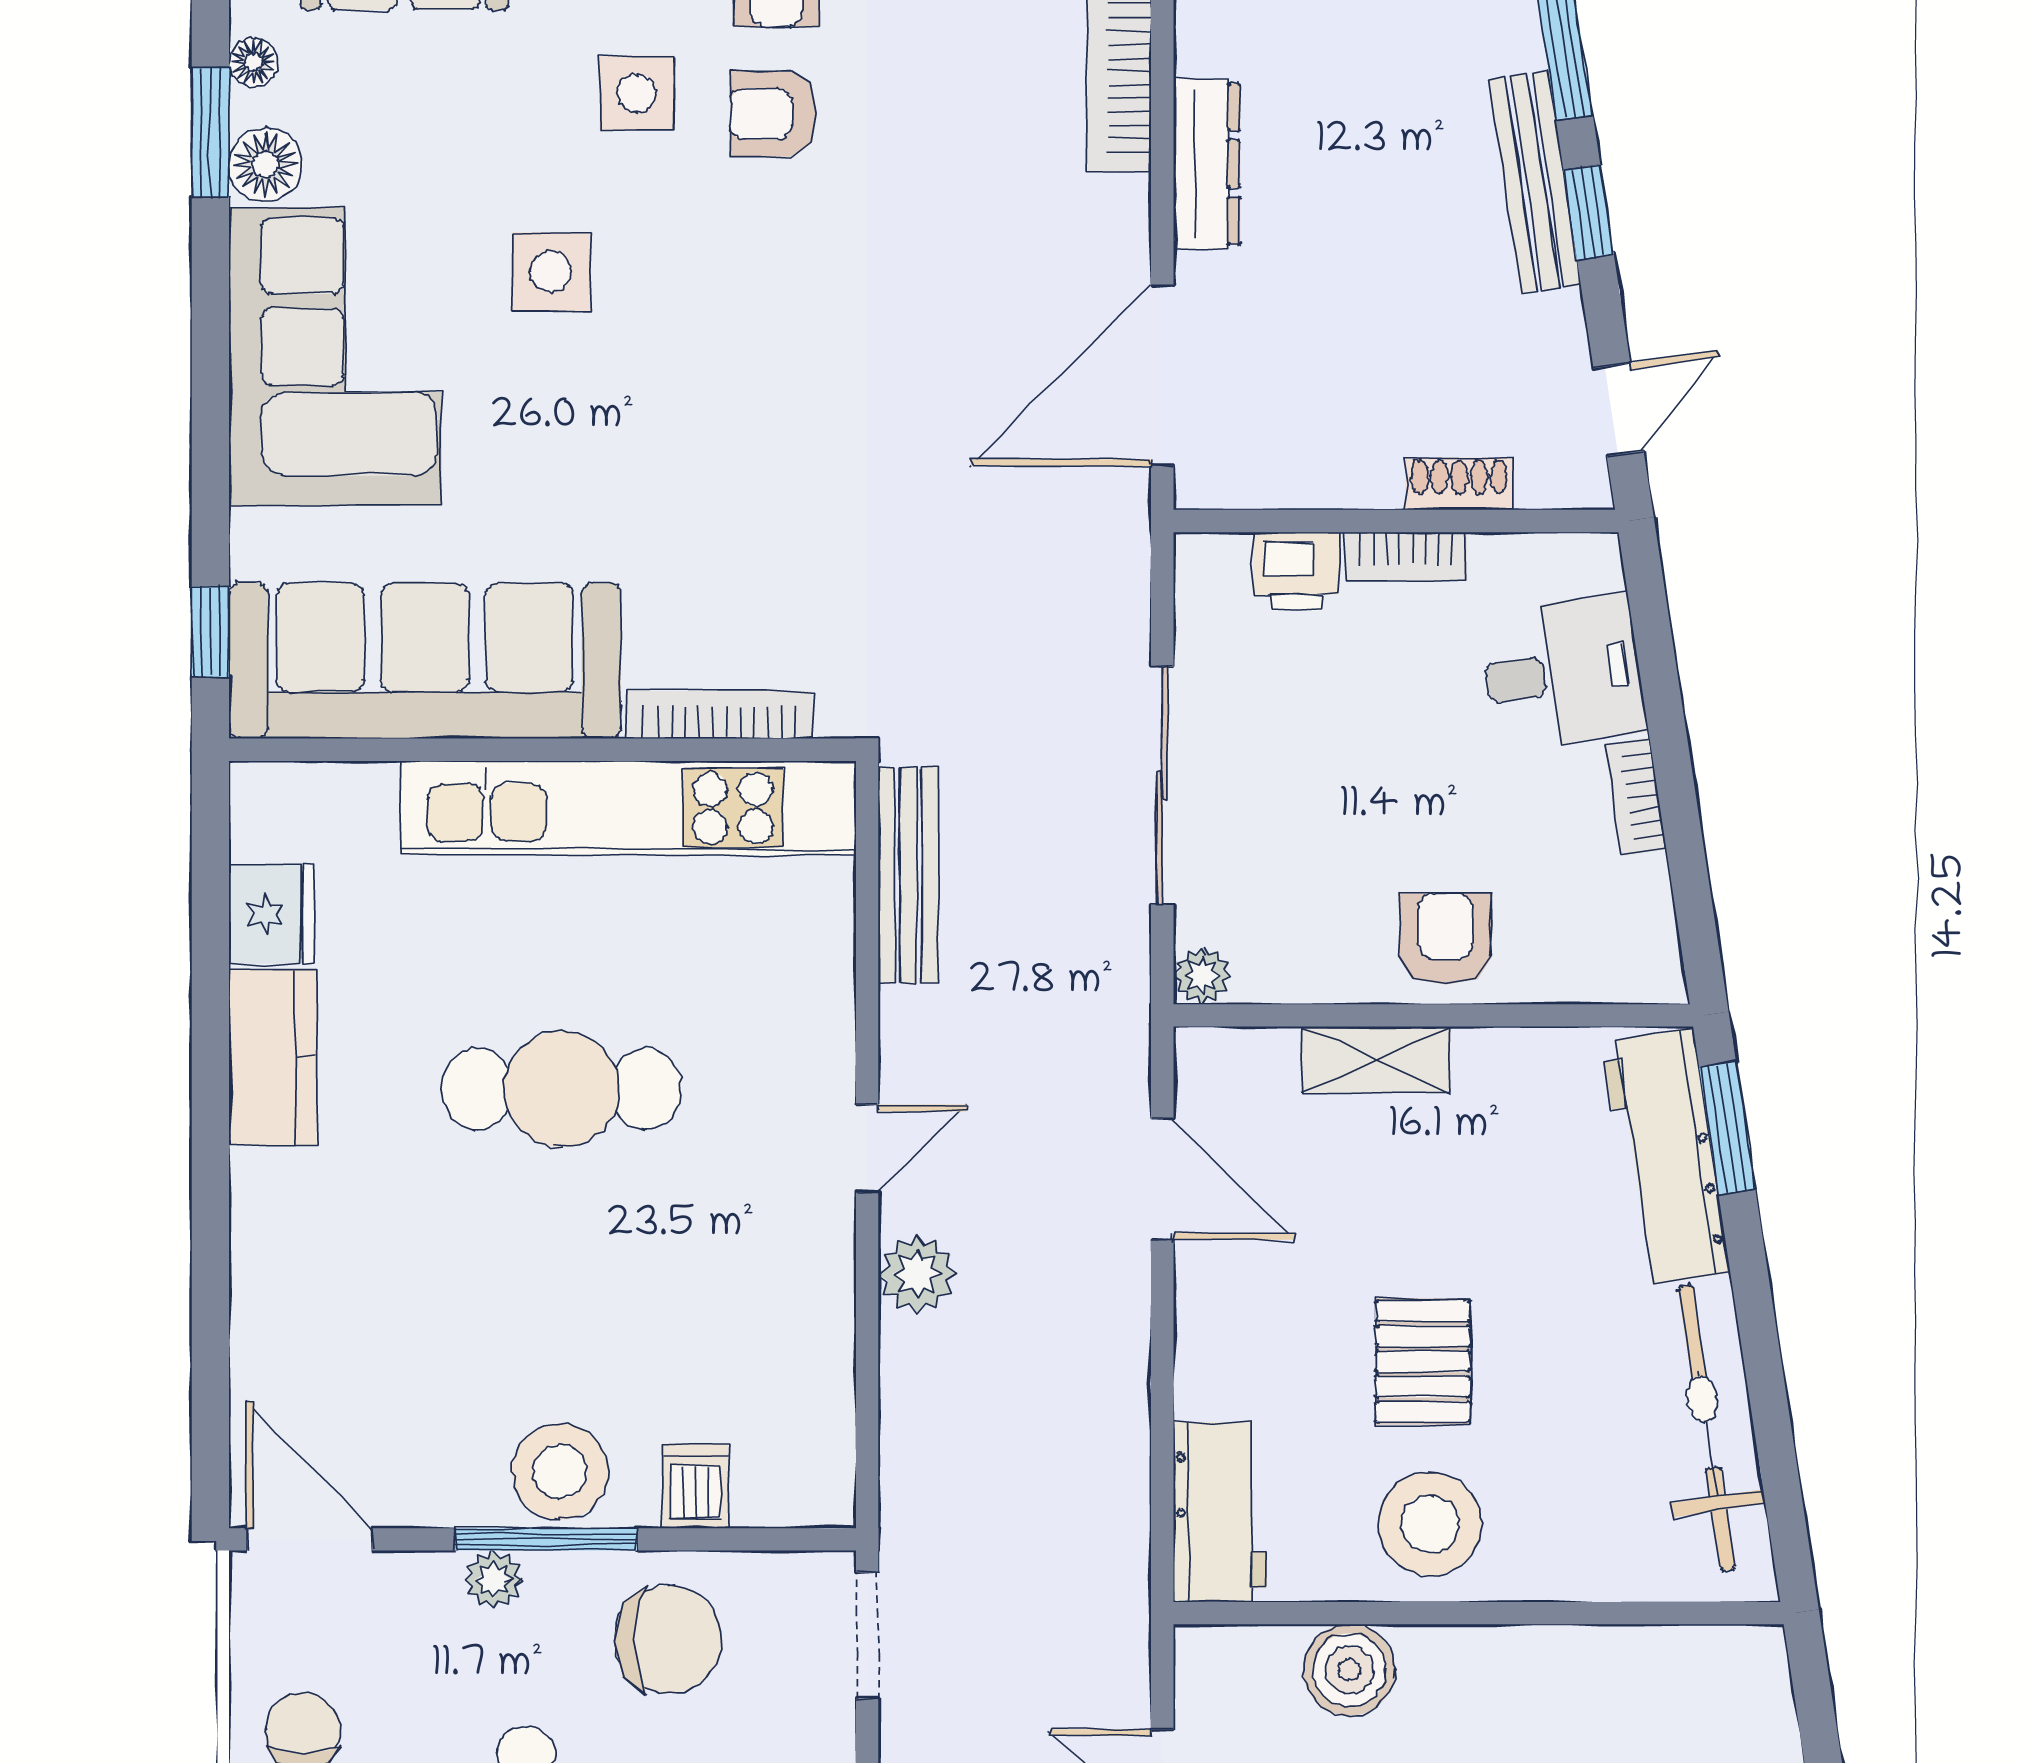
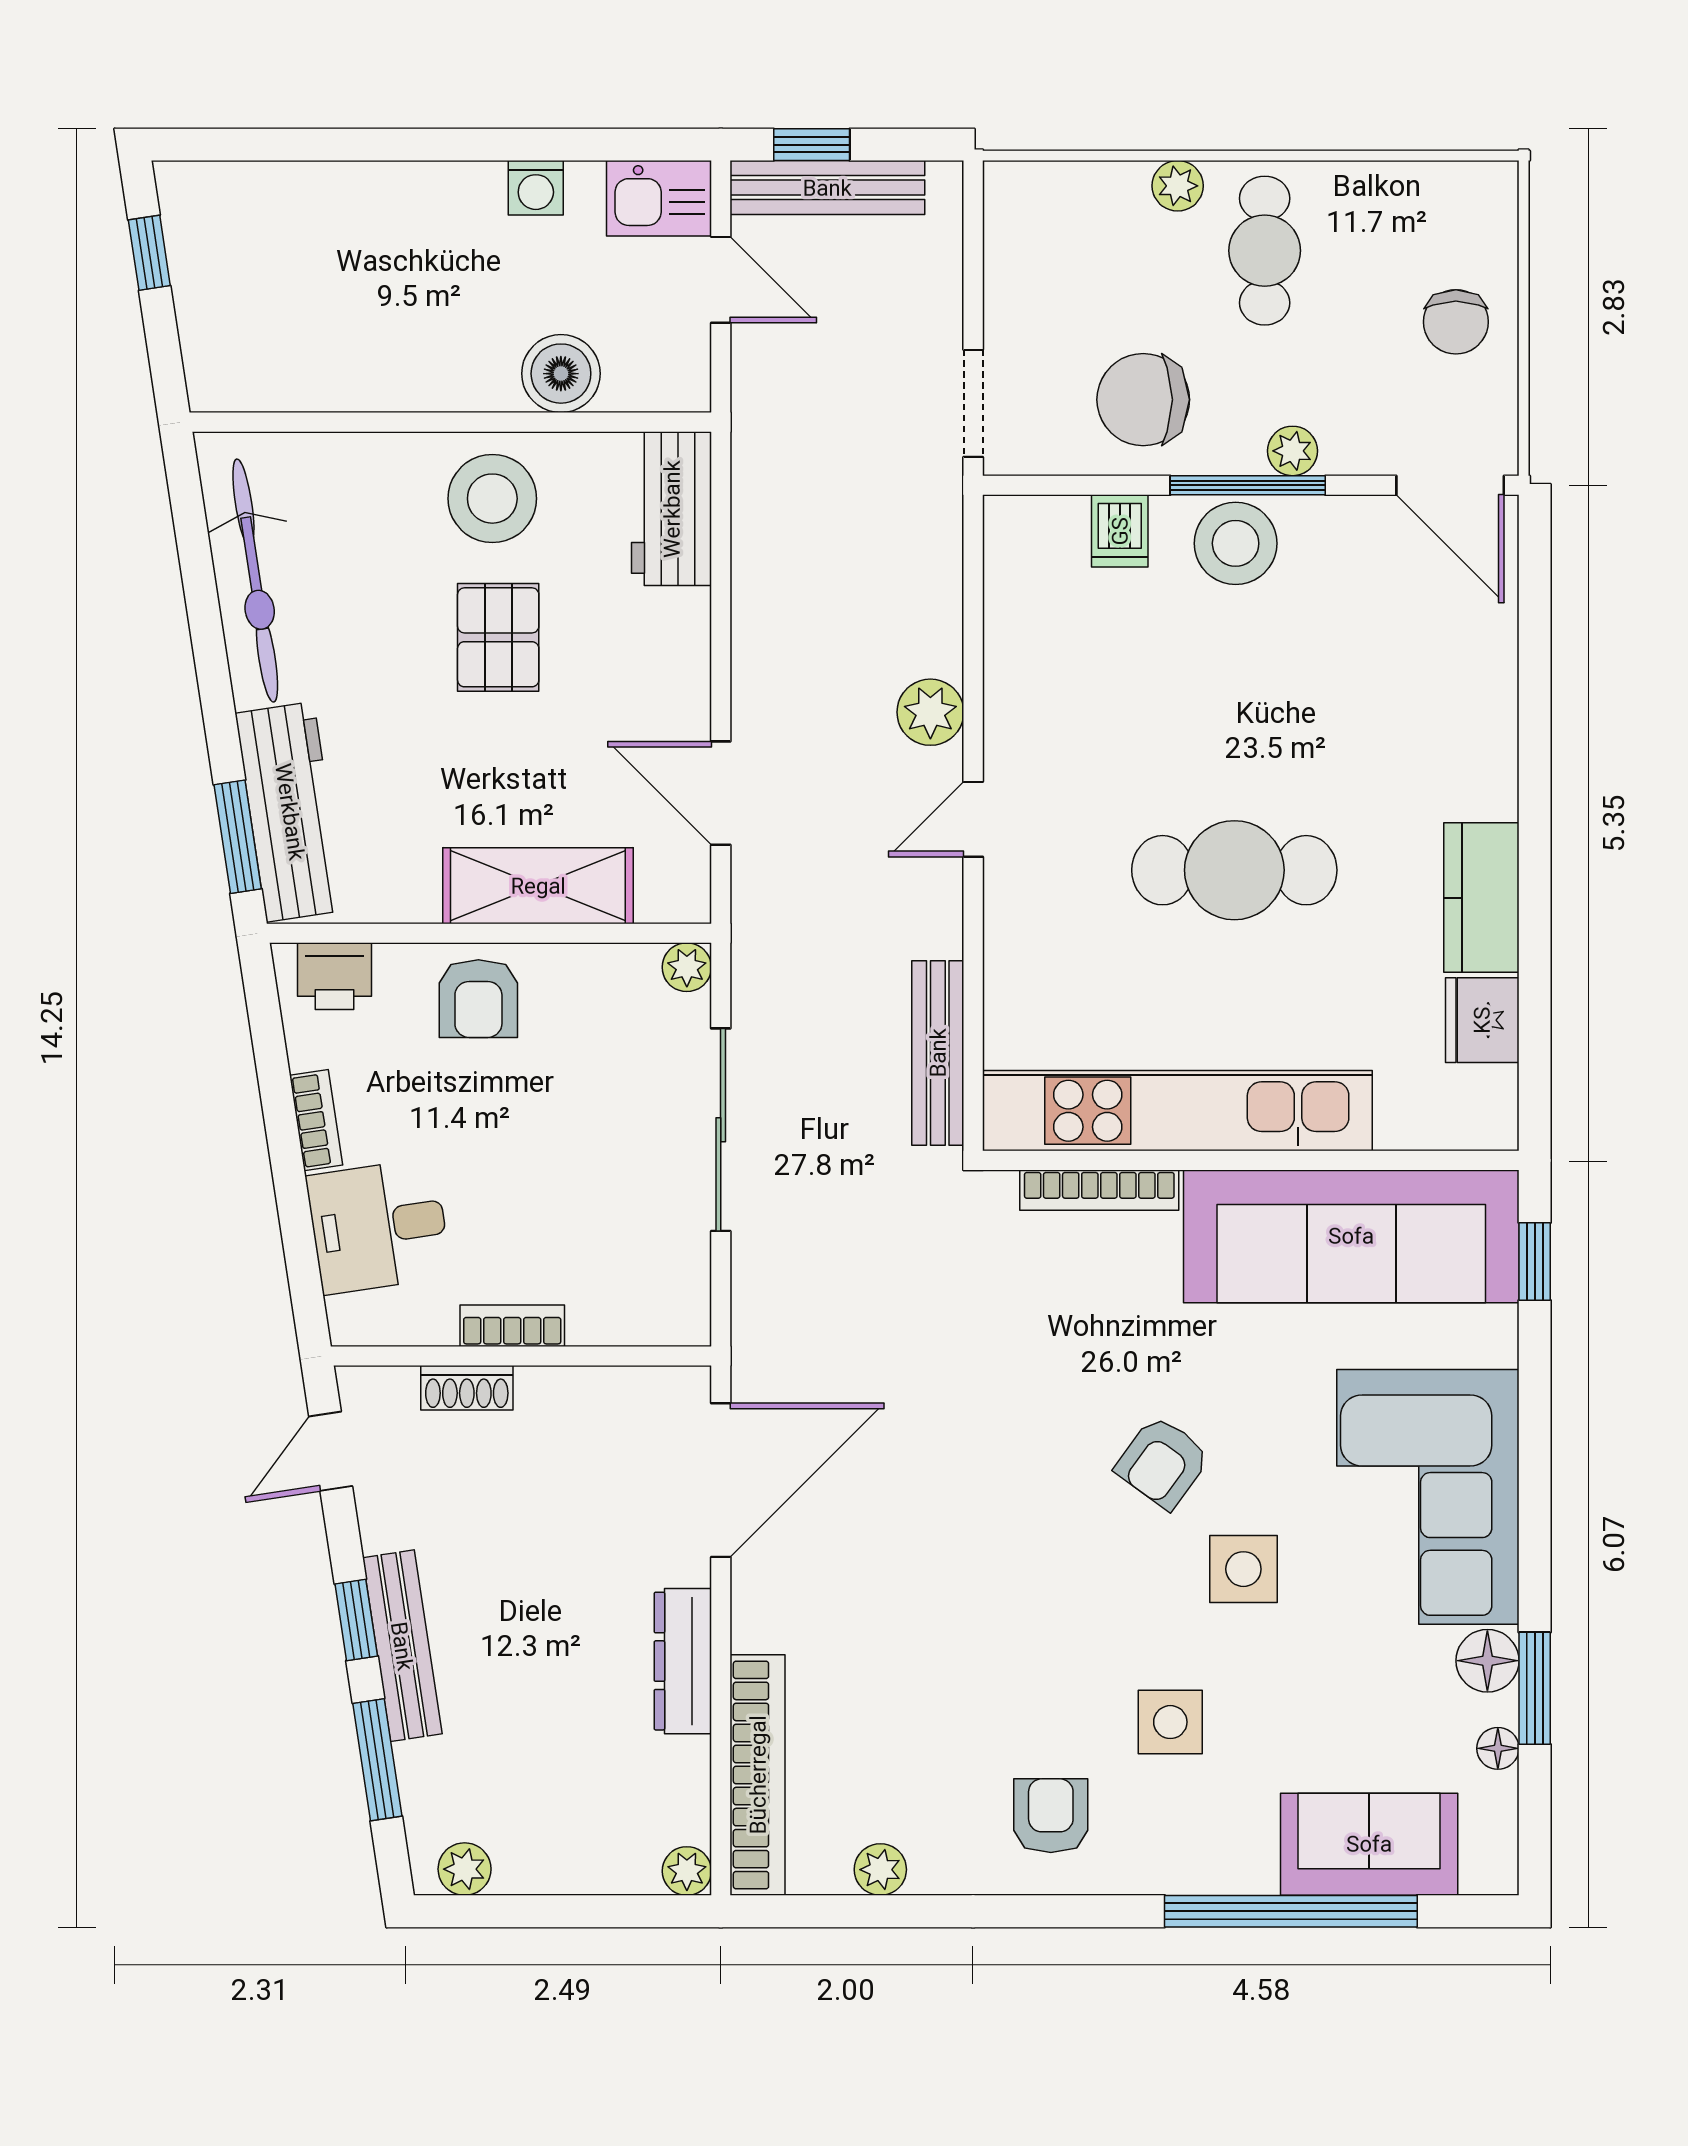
armchair: (773, 114) -> (1163, 1462), moved, turned 126
printer: (1296, 571) -> (335, 976), moved, turned 180
shelving: (1376, 1060) -> (538, 886), width x1.50, depth x1.33

